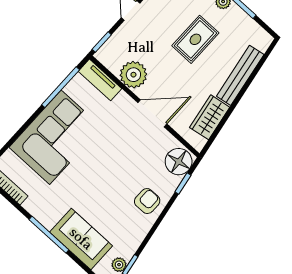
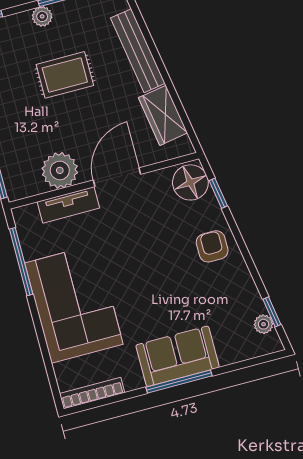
rug: (195, 39) -> (65, 75), turned 90
tv unit: (100, 80) -> (68, 205), moved
sofa: (81, 239) -> (178, 356), moved

